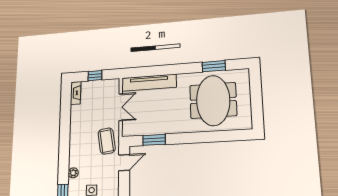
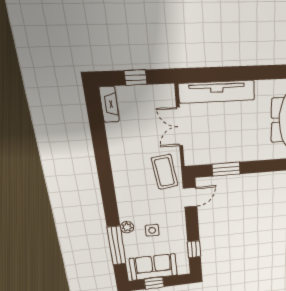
double door: (121, 107) -> (180, 127), swing flipped
plant: (73, 173) -> (127, 227), moved

